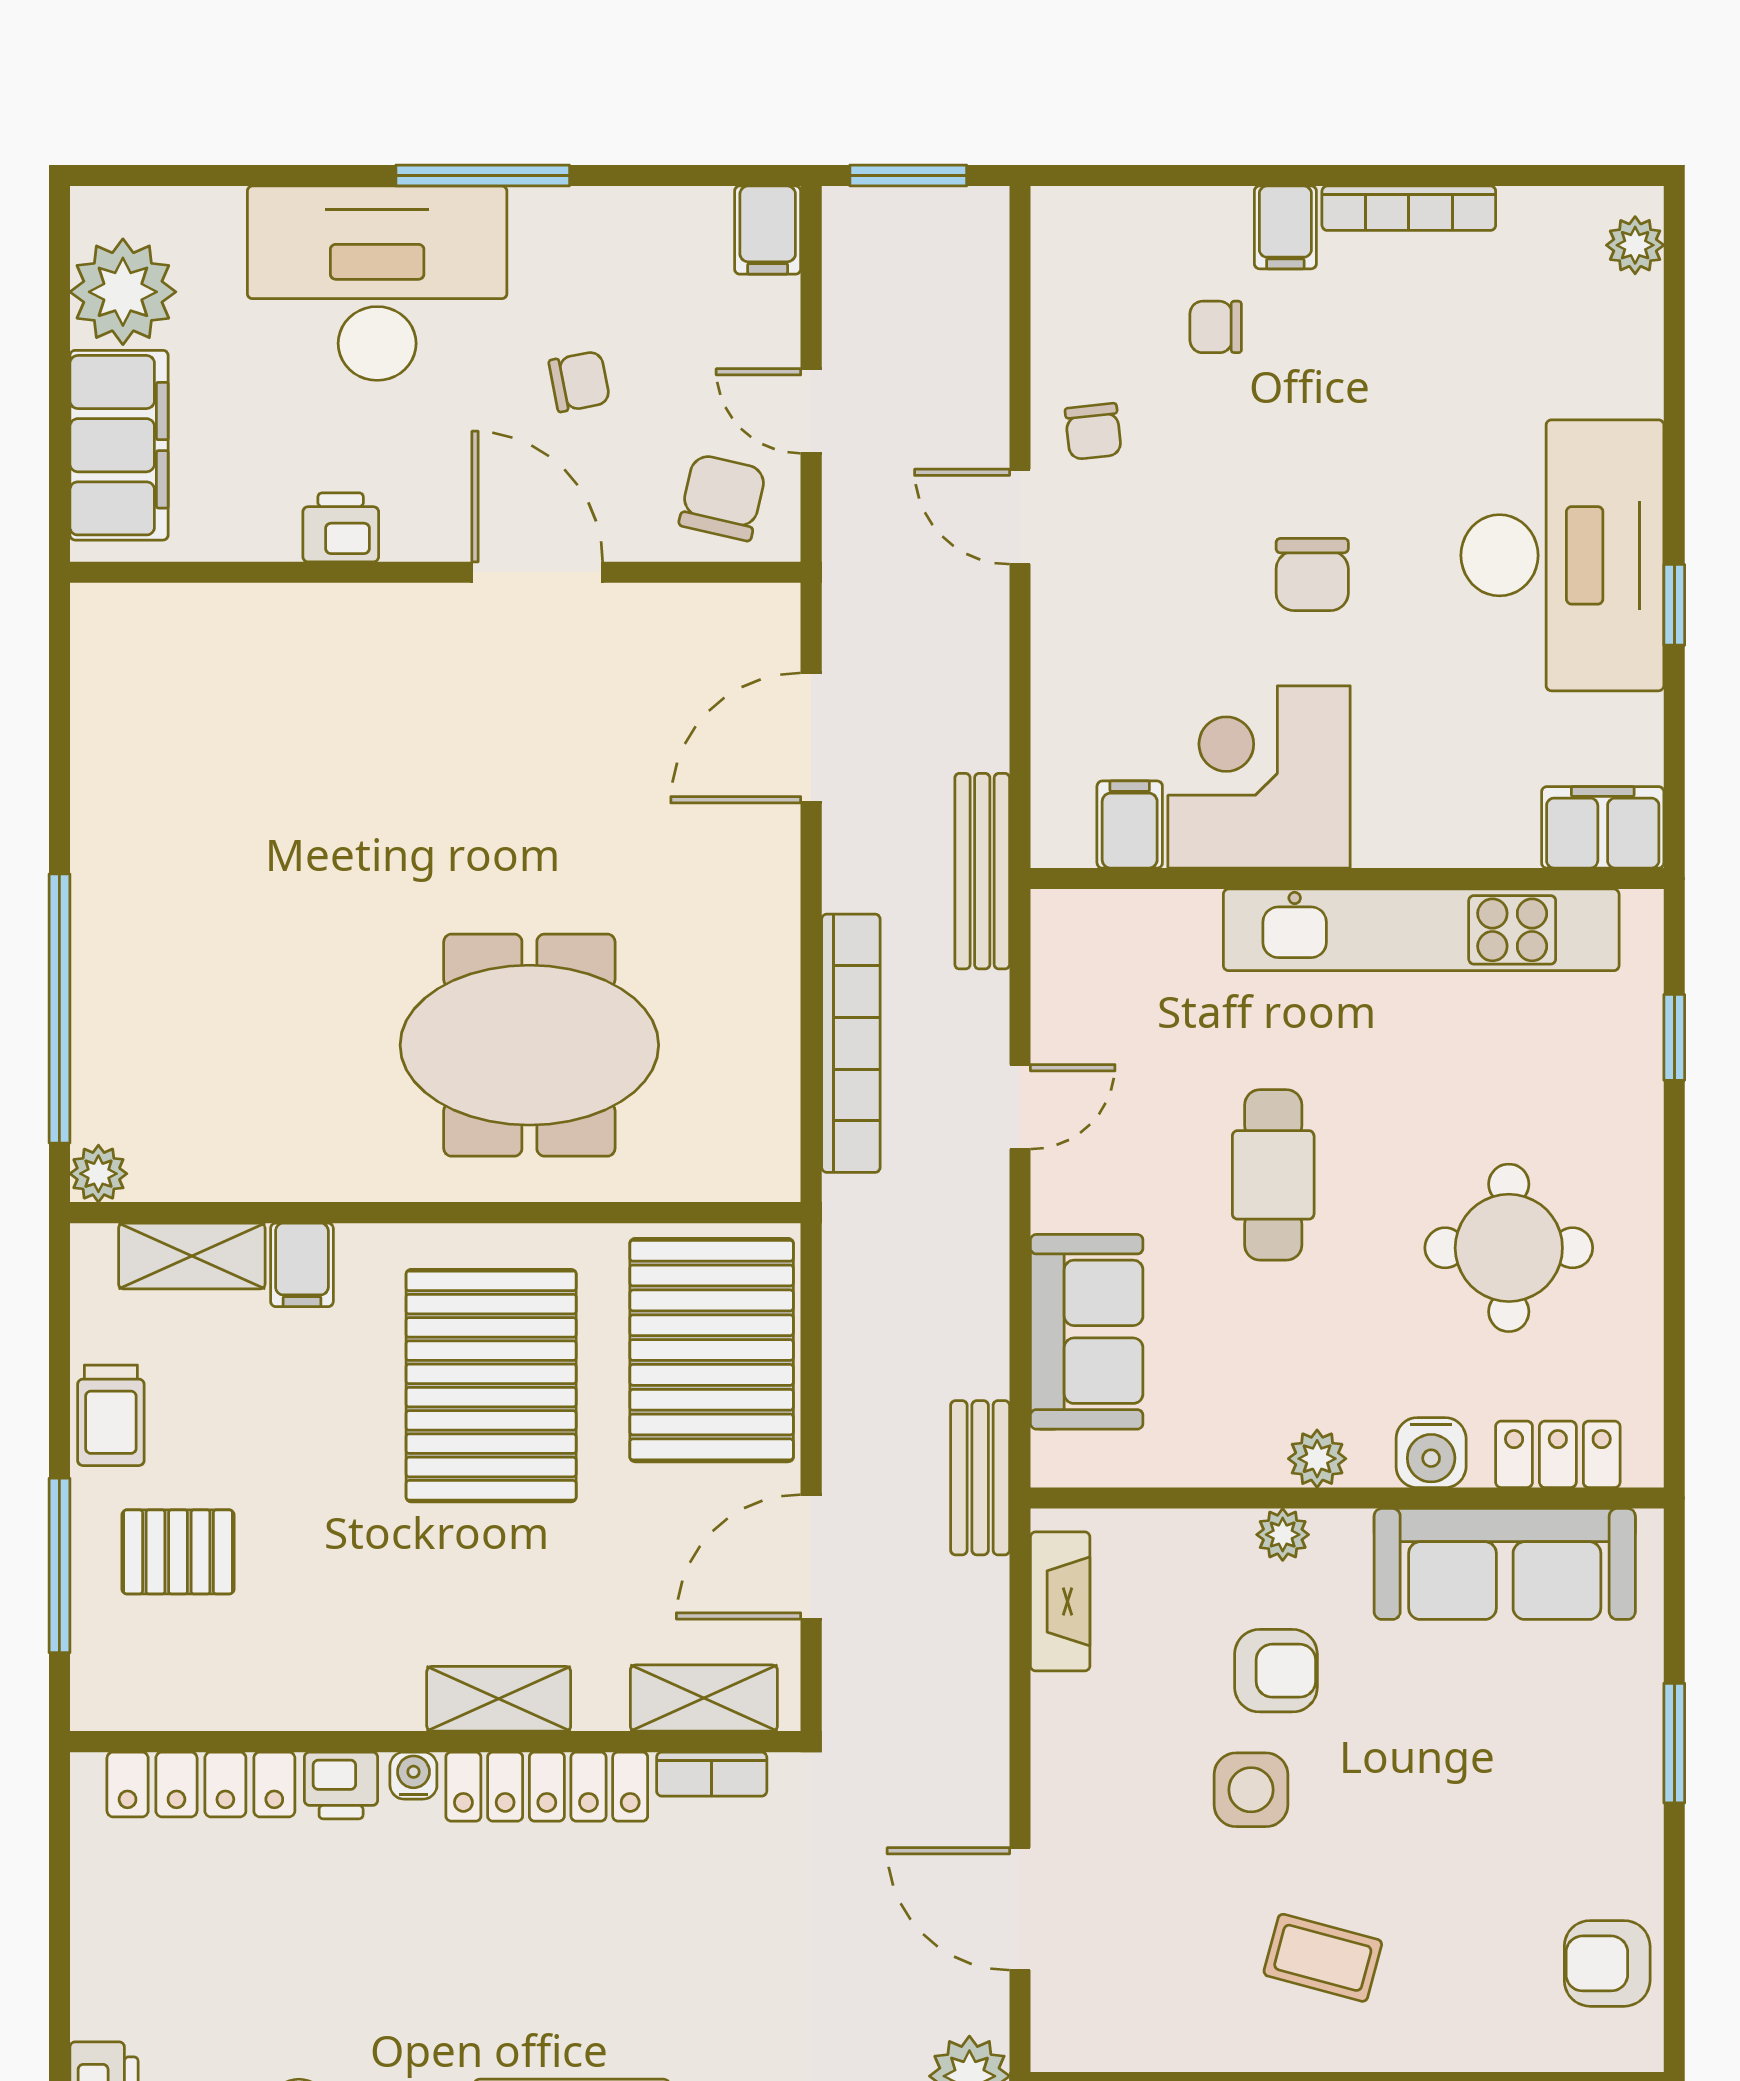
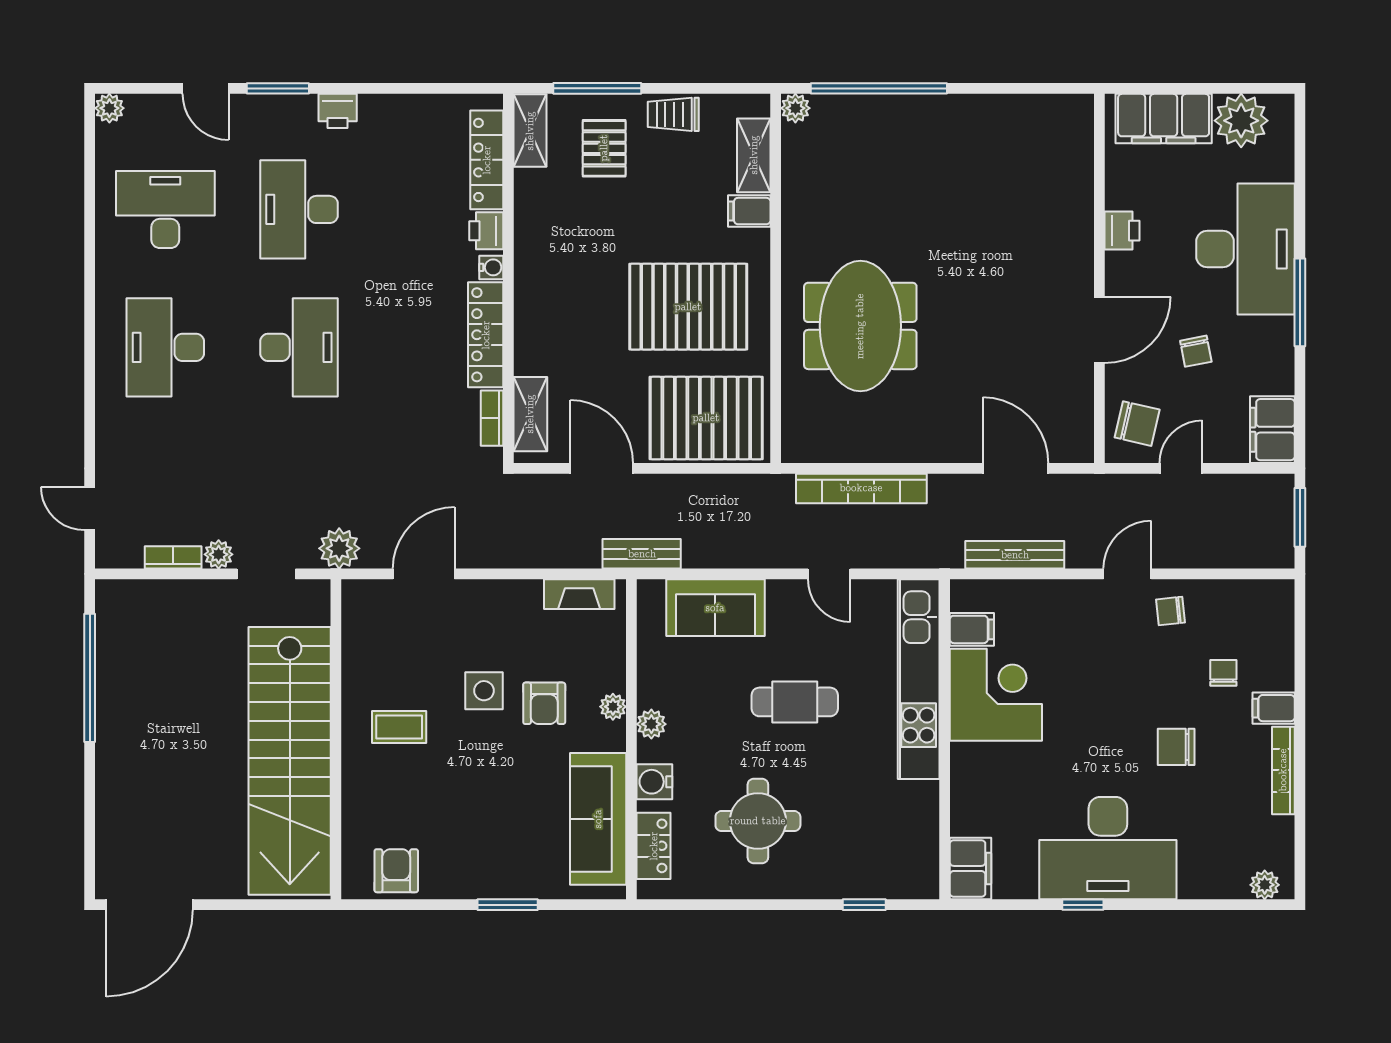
filing cabinet: (768, 230) -> (1272, 430), width x2.00
chair: (1312, 574) -> (1176, 747), moved
bench: (982, 871) -> (1015, 555), moved
kitchen unit: (1421, 930) -> (919, 679), moved
shelving: (499, 1699) -> (530, 131), moved
coffee table: (1323, 1958) -> (399, 727), turned 75

